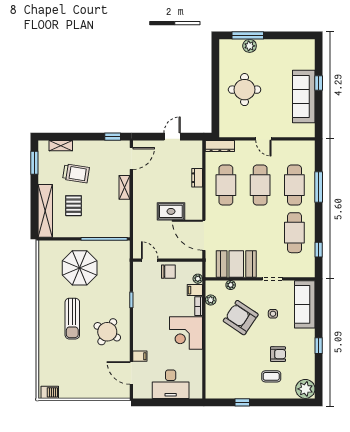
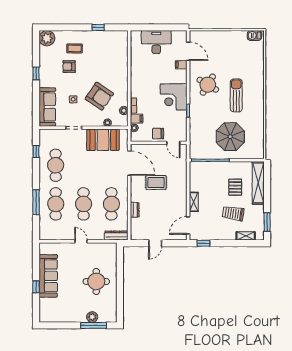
corner desk: (186, 333) -> (174, 97), moved, turned 180

